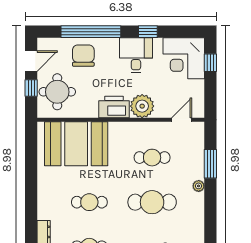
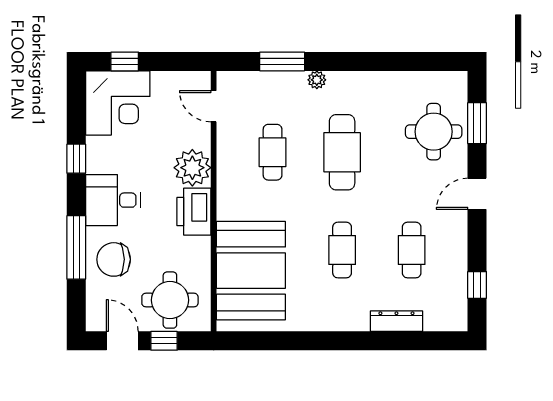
window: (91, 32) -> (76, 247), width x0.68
desk: (136, 55) -> (113, 200), moved

